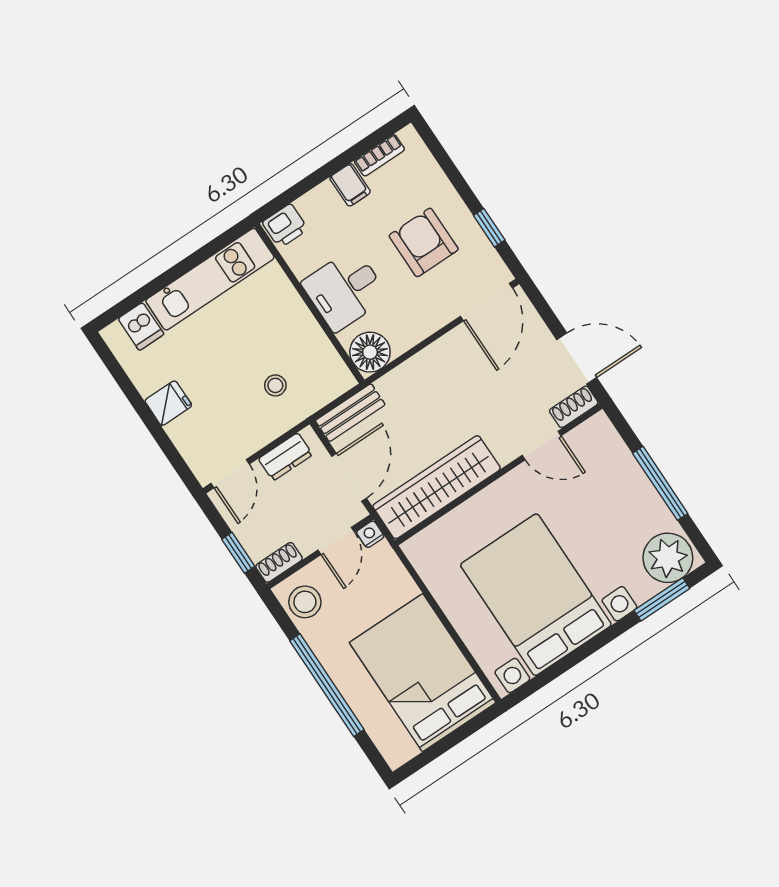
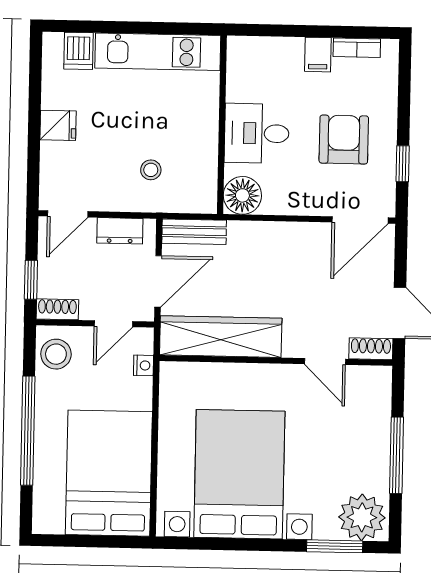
printer: (285, 226) -> (245, 51), removed
nightstand: (370, 534) -> (144, 365), moved, turned 90

